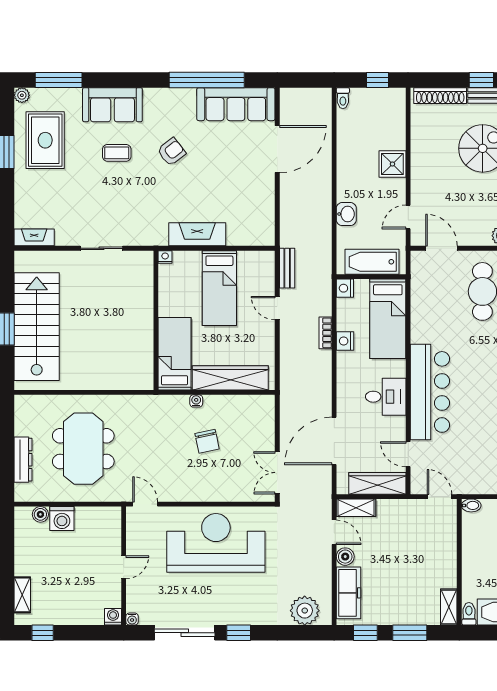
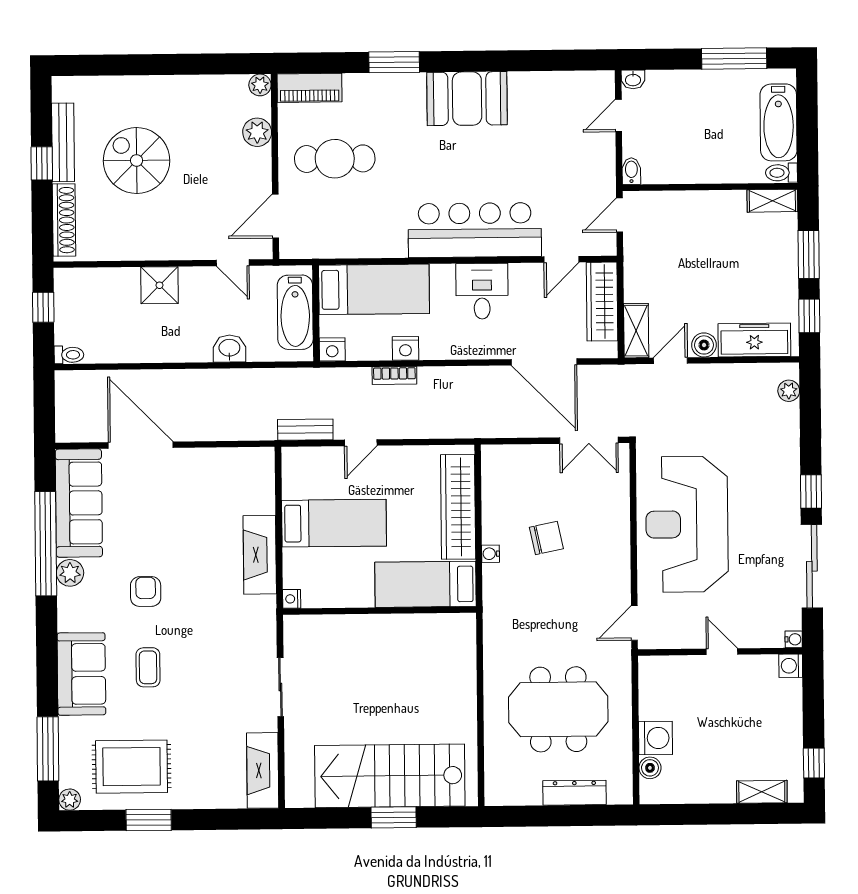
plant: (185, 97) -> (70, 573), added
armchair: (171, 152) -> (146, 592), turned 38
fireplace: (34, 237) -> (263, 770), width x1.37, depth x1.32
plant: (305, 611) -> (789, 391), width x0.53, depth x0.53

